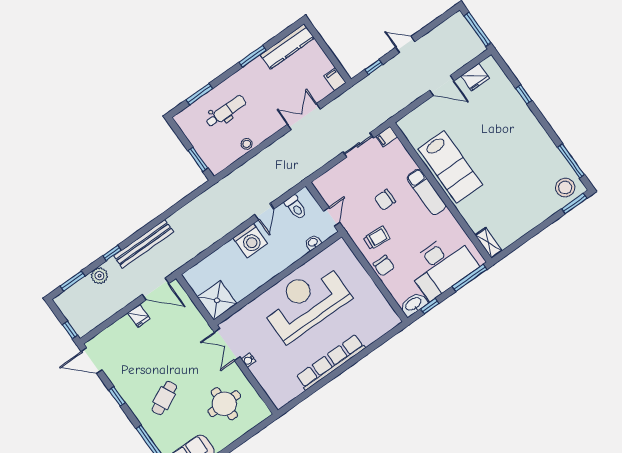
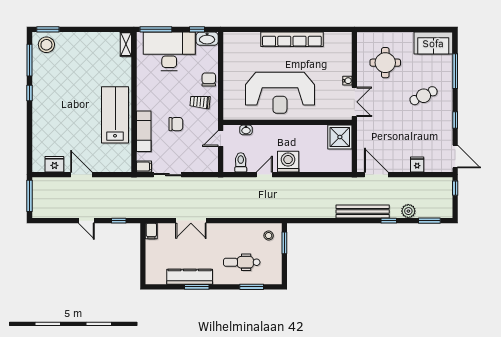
kitchen counter: (287, 46) -> (190, 277), moved
window: (524, 94) -> (29, 93), moved
stool: (247, 144) -> (269, 236), moved
exam couch: (426, 192) -> (144, 131), moved
fridge: (139, 316) -> (417, 164), moved

